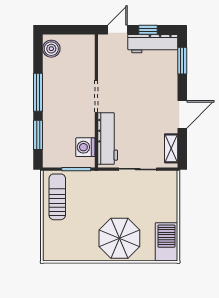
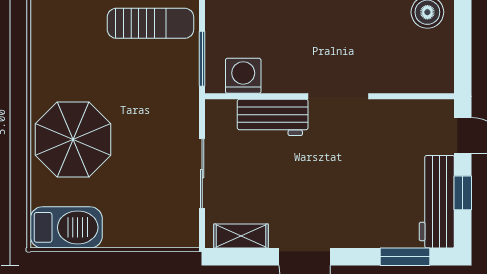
workbench: (108, 139) -> (273, 117), width x0.73

